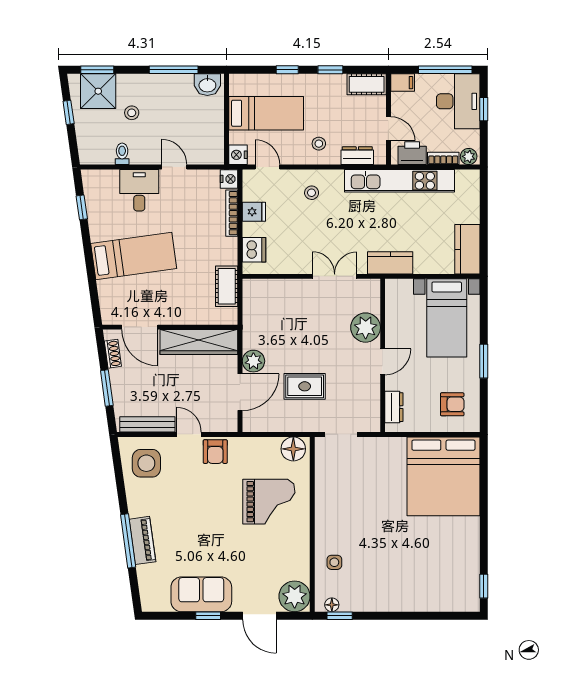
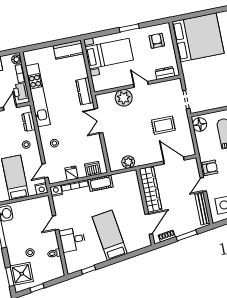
cot: (227, 286) -> (101, 183), moved
plant: (253, 361) -> (128, 162), moved
rug: (305, 386) -> (163, 125), turned 90

